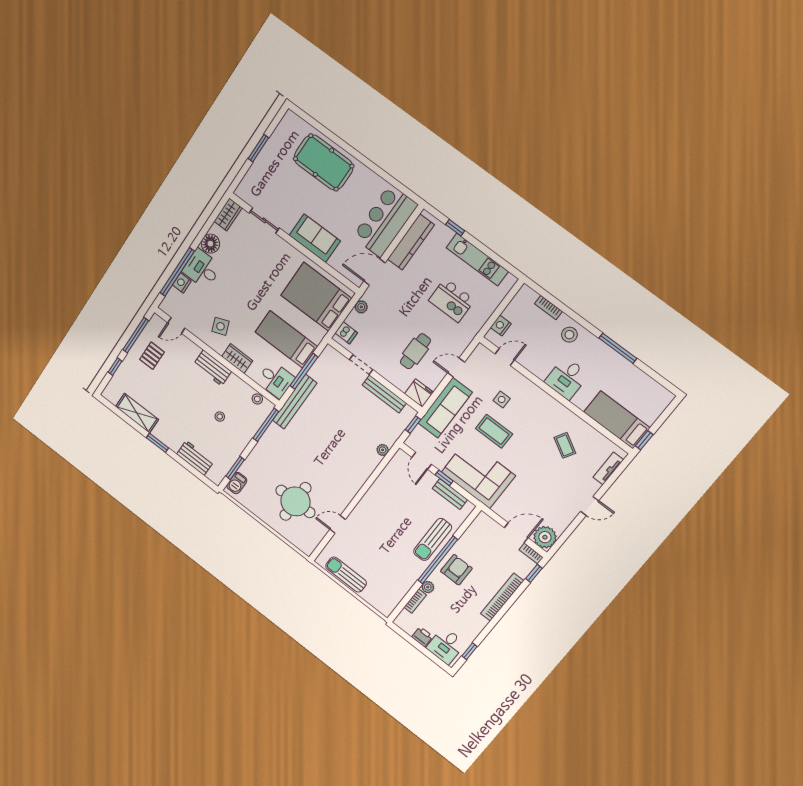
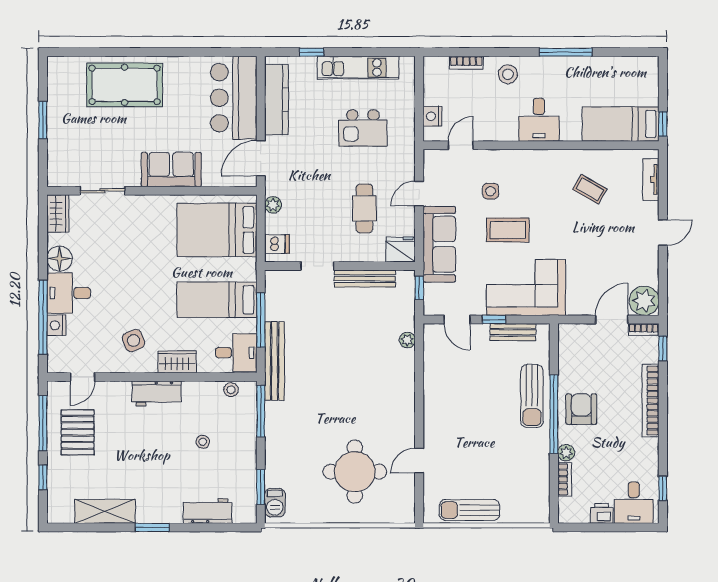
pallet: (152, 356) -> (78, 432), width x1.50, depth x1.42

